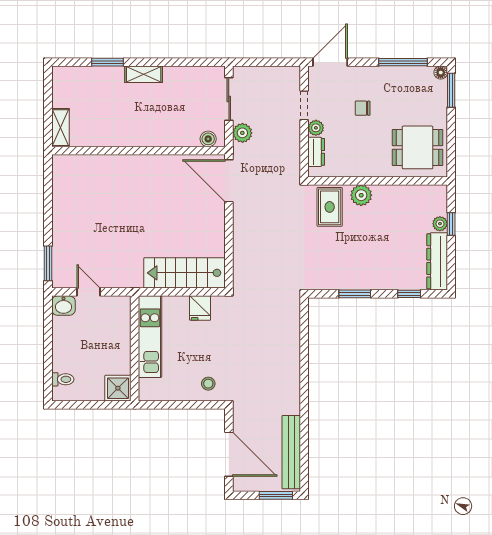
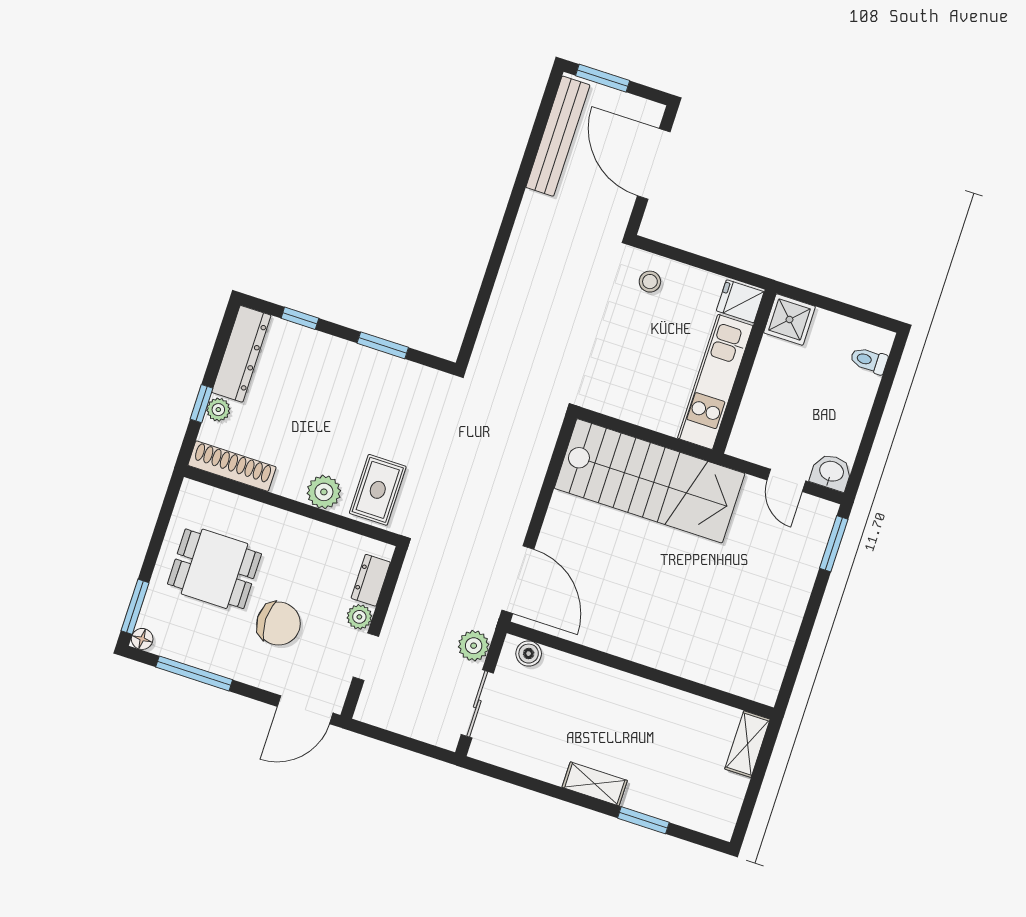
chair: (363, 108) -> (278, 624), width x1.87, depth x1.87
dining table: (418, 147) -> (214, 569), moved
shoe rack: (421, 193) -> (232, 466), added
stairs: (185, 273) -> (650, 481), width x1.36, depth x1.51
fridge: (200, 308) -> (740, 301), moved, turned -90

